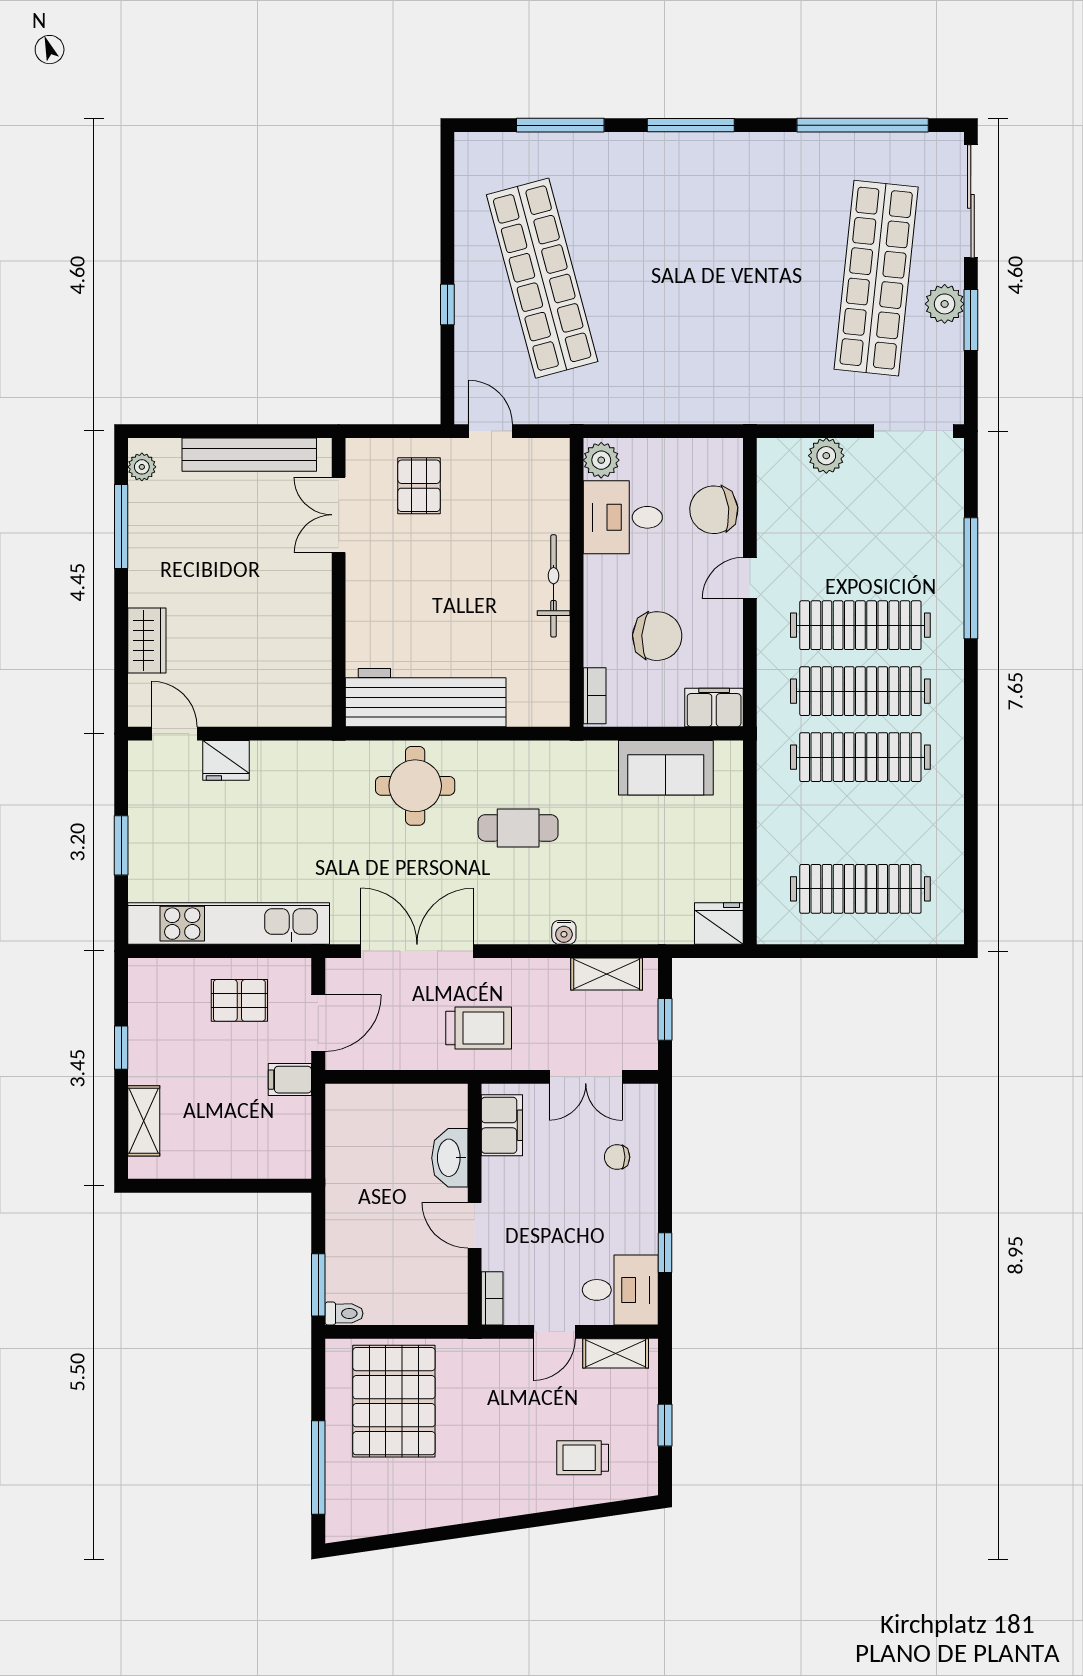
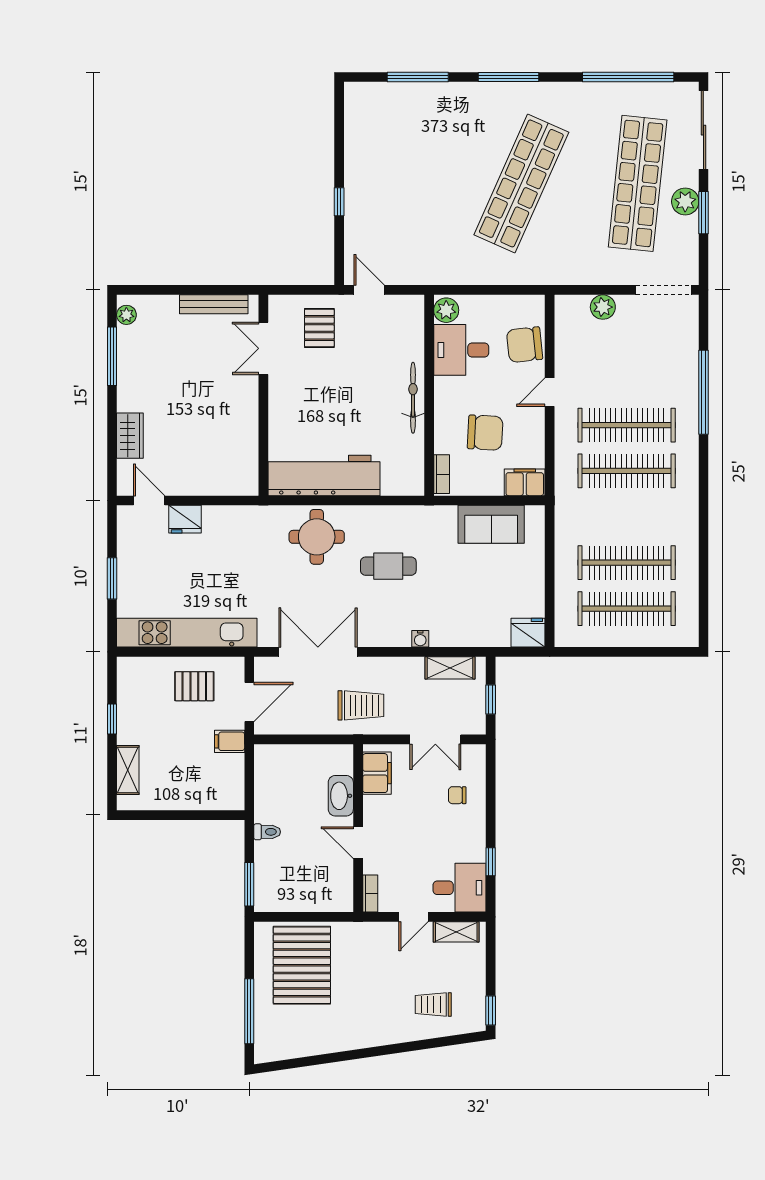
shop shelf: (542, 278) -> (521, 183), moved, turned 39
bench: (249, 455) -> (214, 304), width x0.73, depth x0.82
clothes rail: (860, 757) -> (627, 563), moved
toilet: (344, 1313) -> (267, 832), moved
window: (665, 1425) -> (491, 1011), moved

